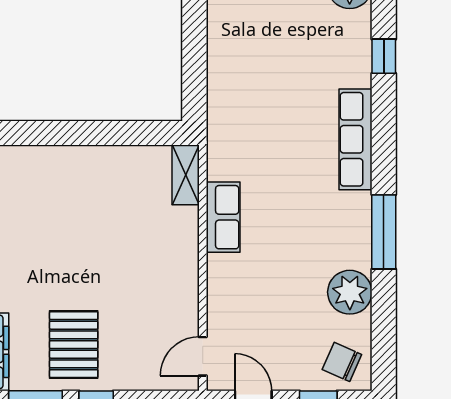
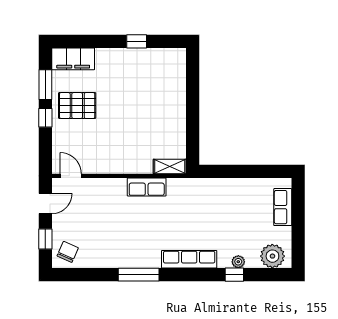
plant: (350, 292) -> (238, 262), moved, width x0.53, depth x0.53

